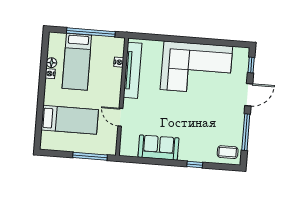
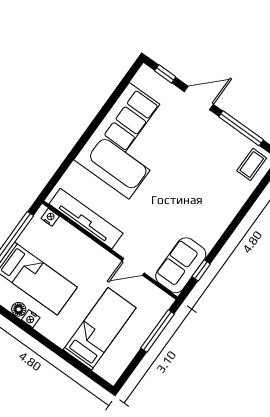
nightstand: (119, 62) -> (50, 217), moved
door: (249, 95) -> (199, 98), hinge flipped
sofa: (158, 148) -> (181, 265), moved
window: (195, 164) -> (201, 270), moved

